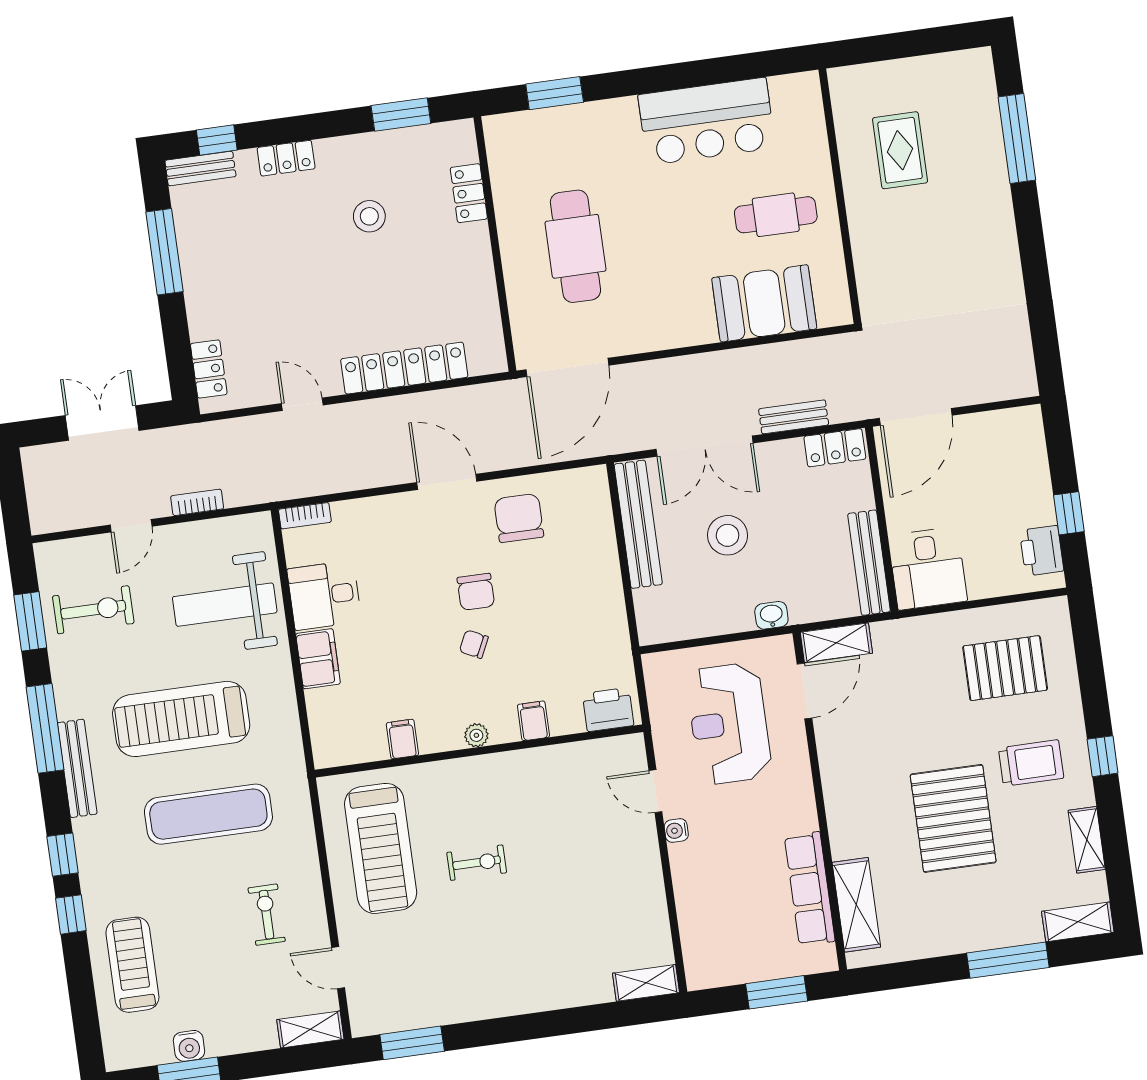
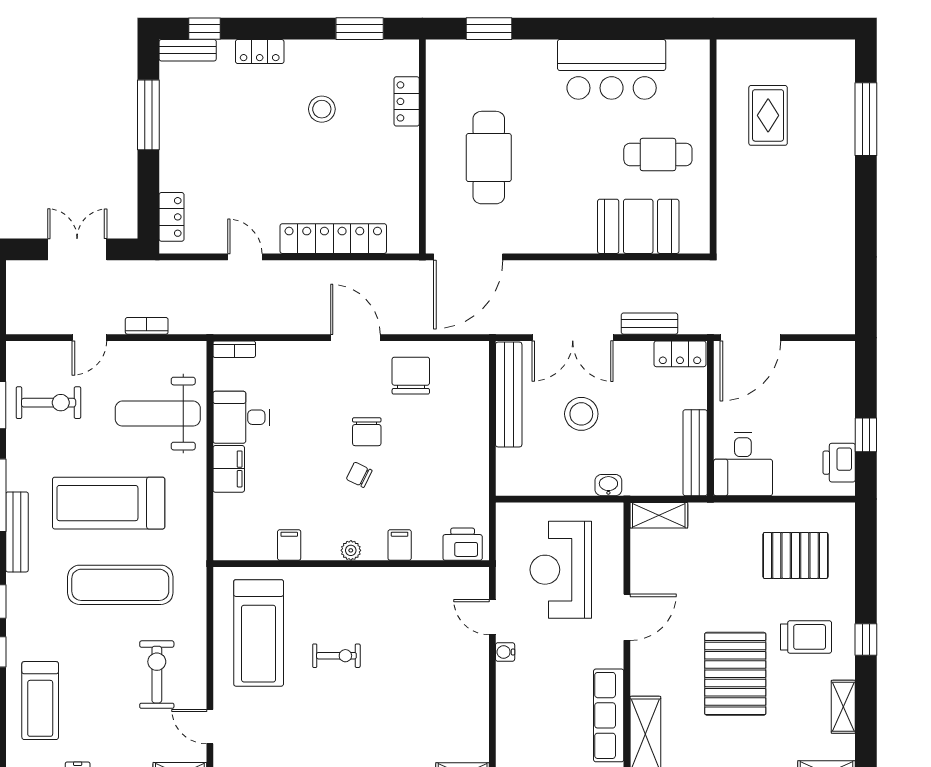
door: (804, 691) -> (627, 617), moved
exercise bike: (267, 915) -> (157, 675), width x1.38, depth x1.39
treadmill: (132, 965) -> (40, 701), turned 180

